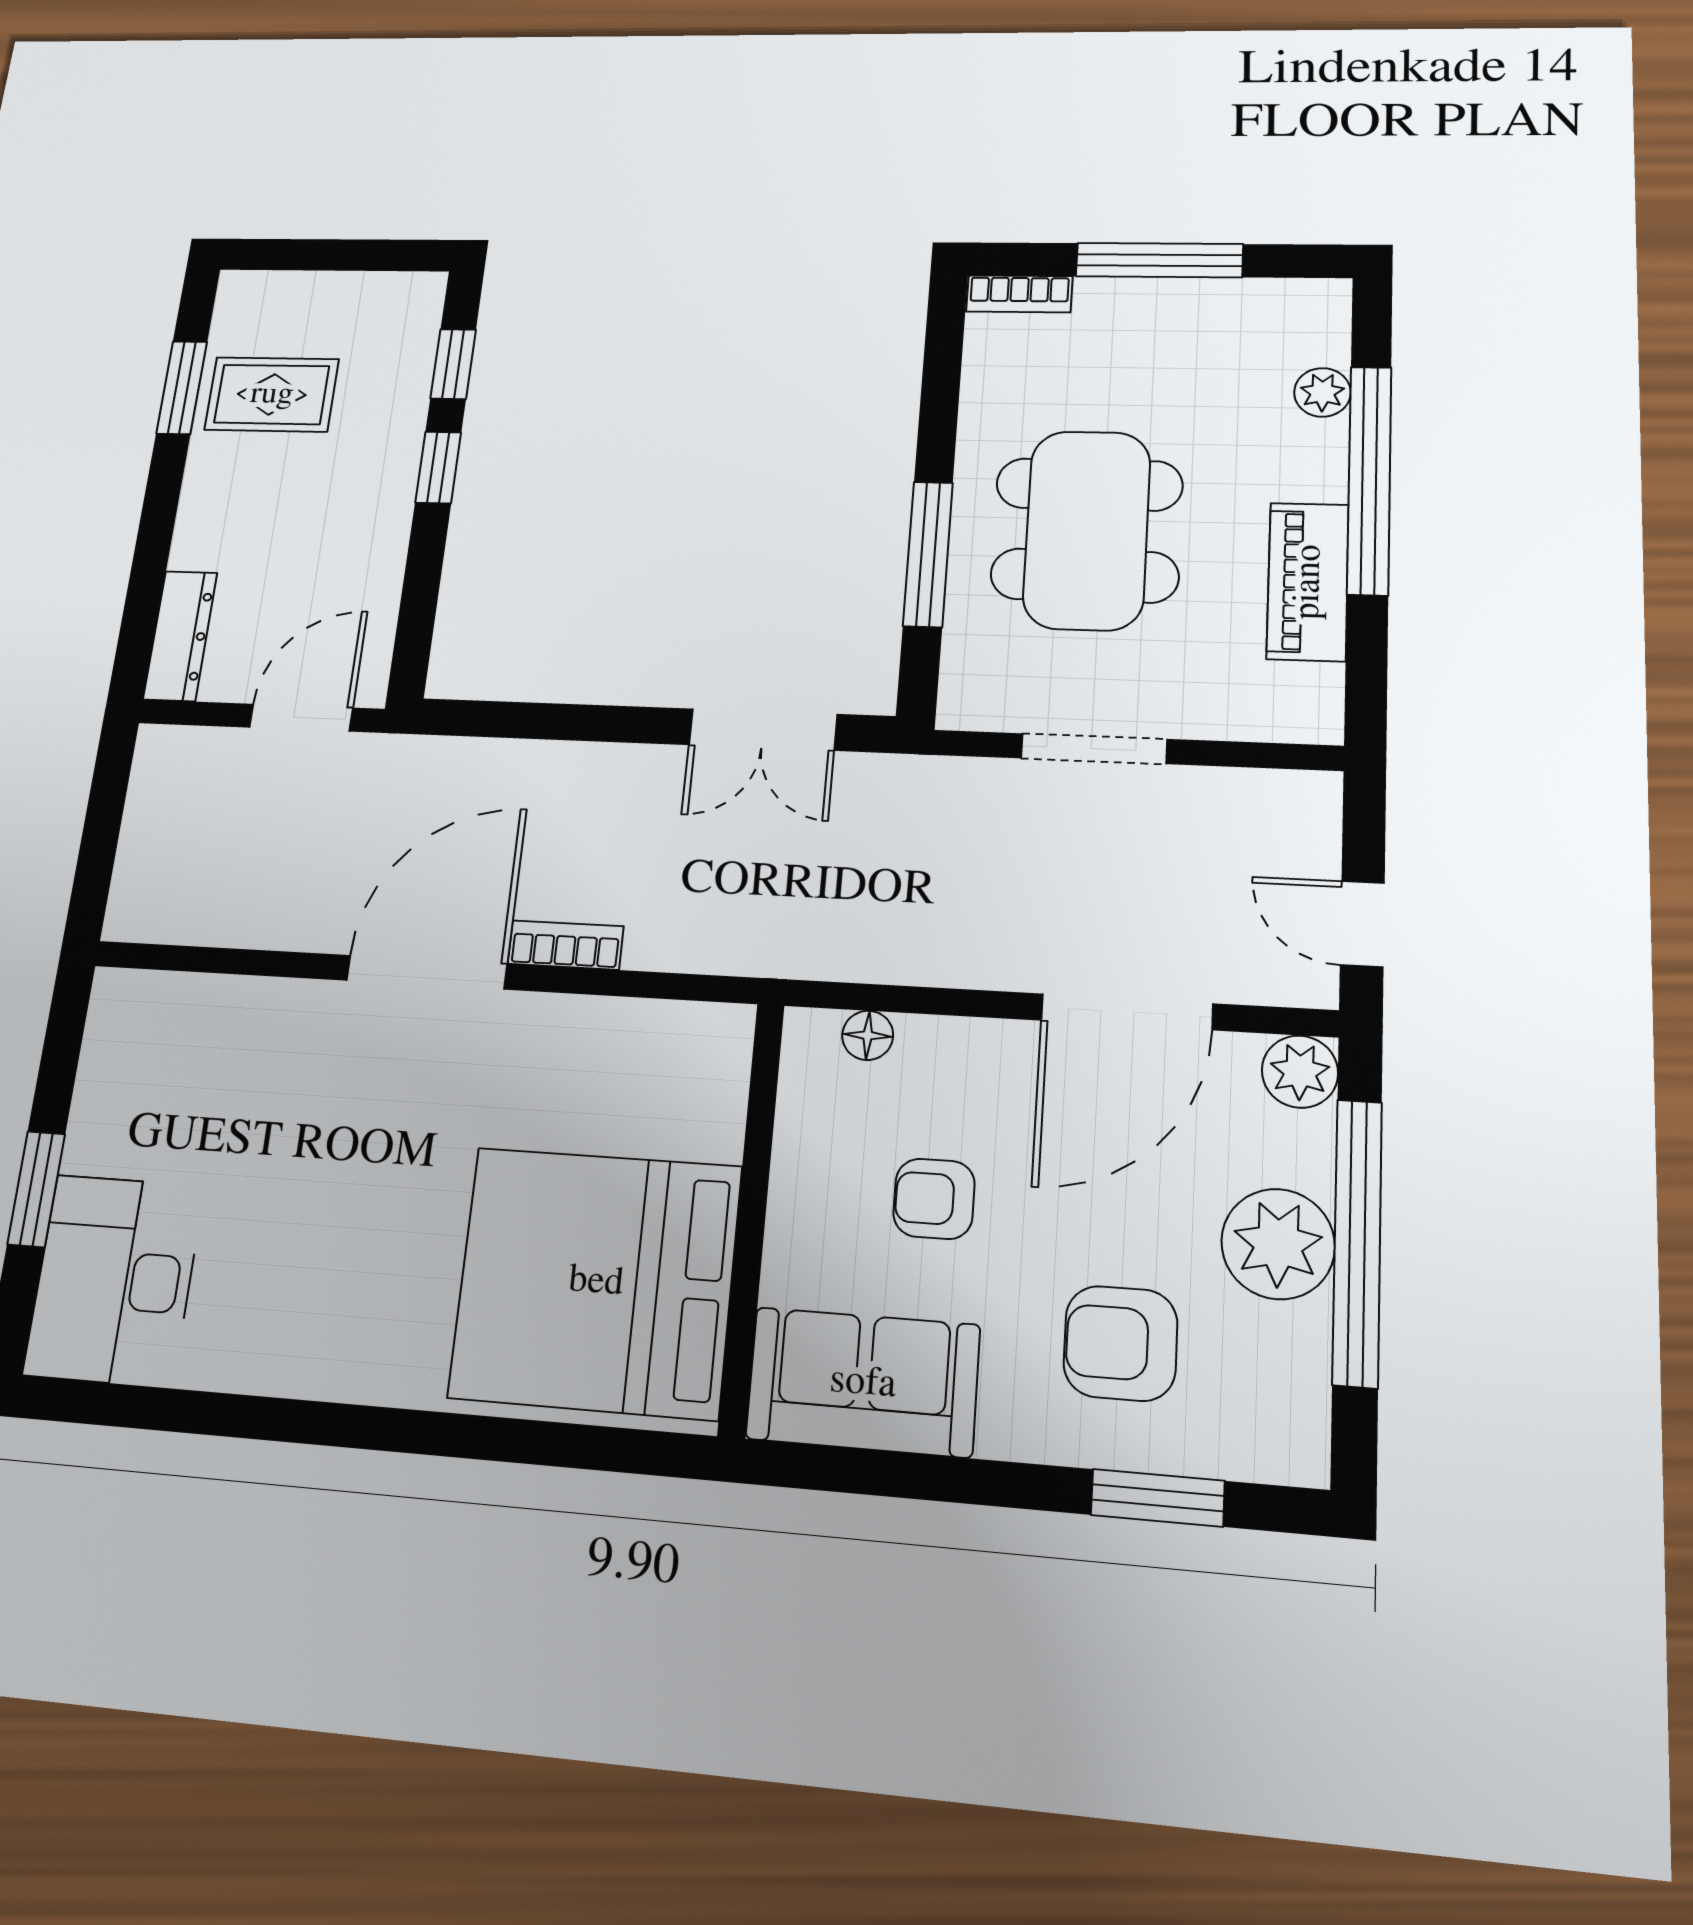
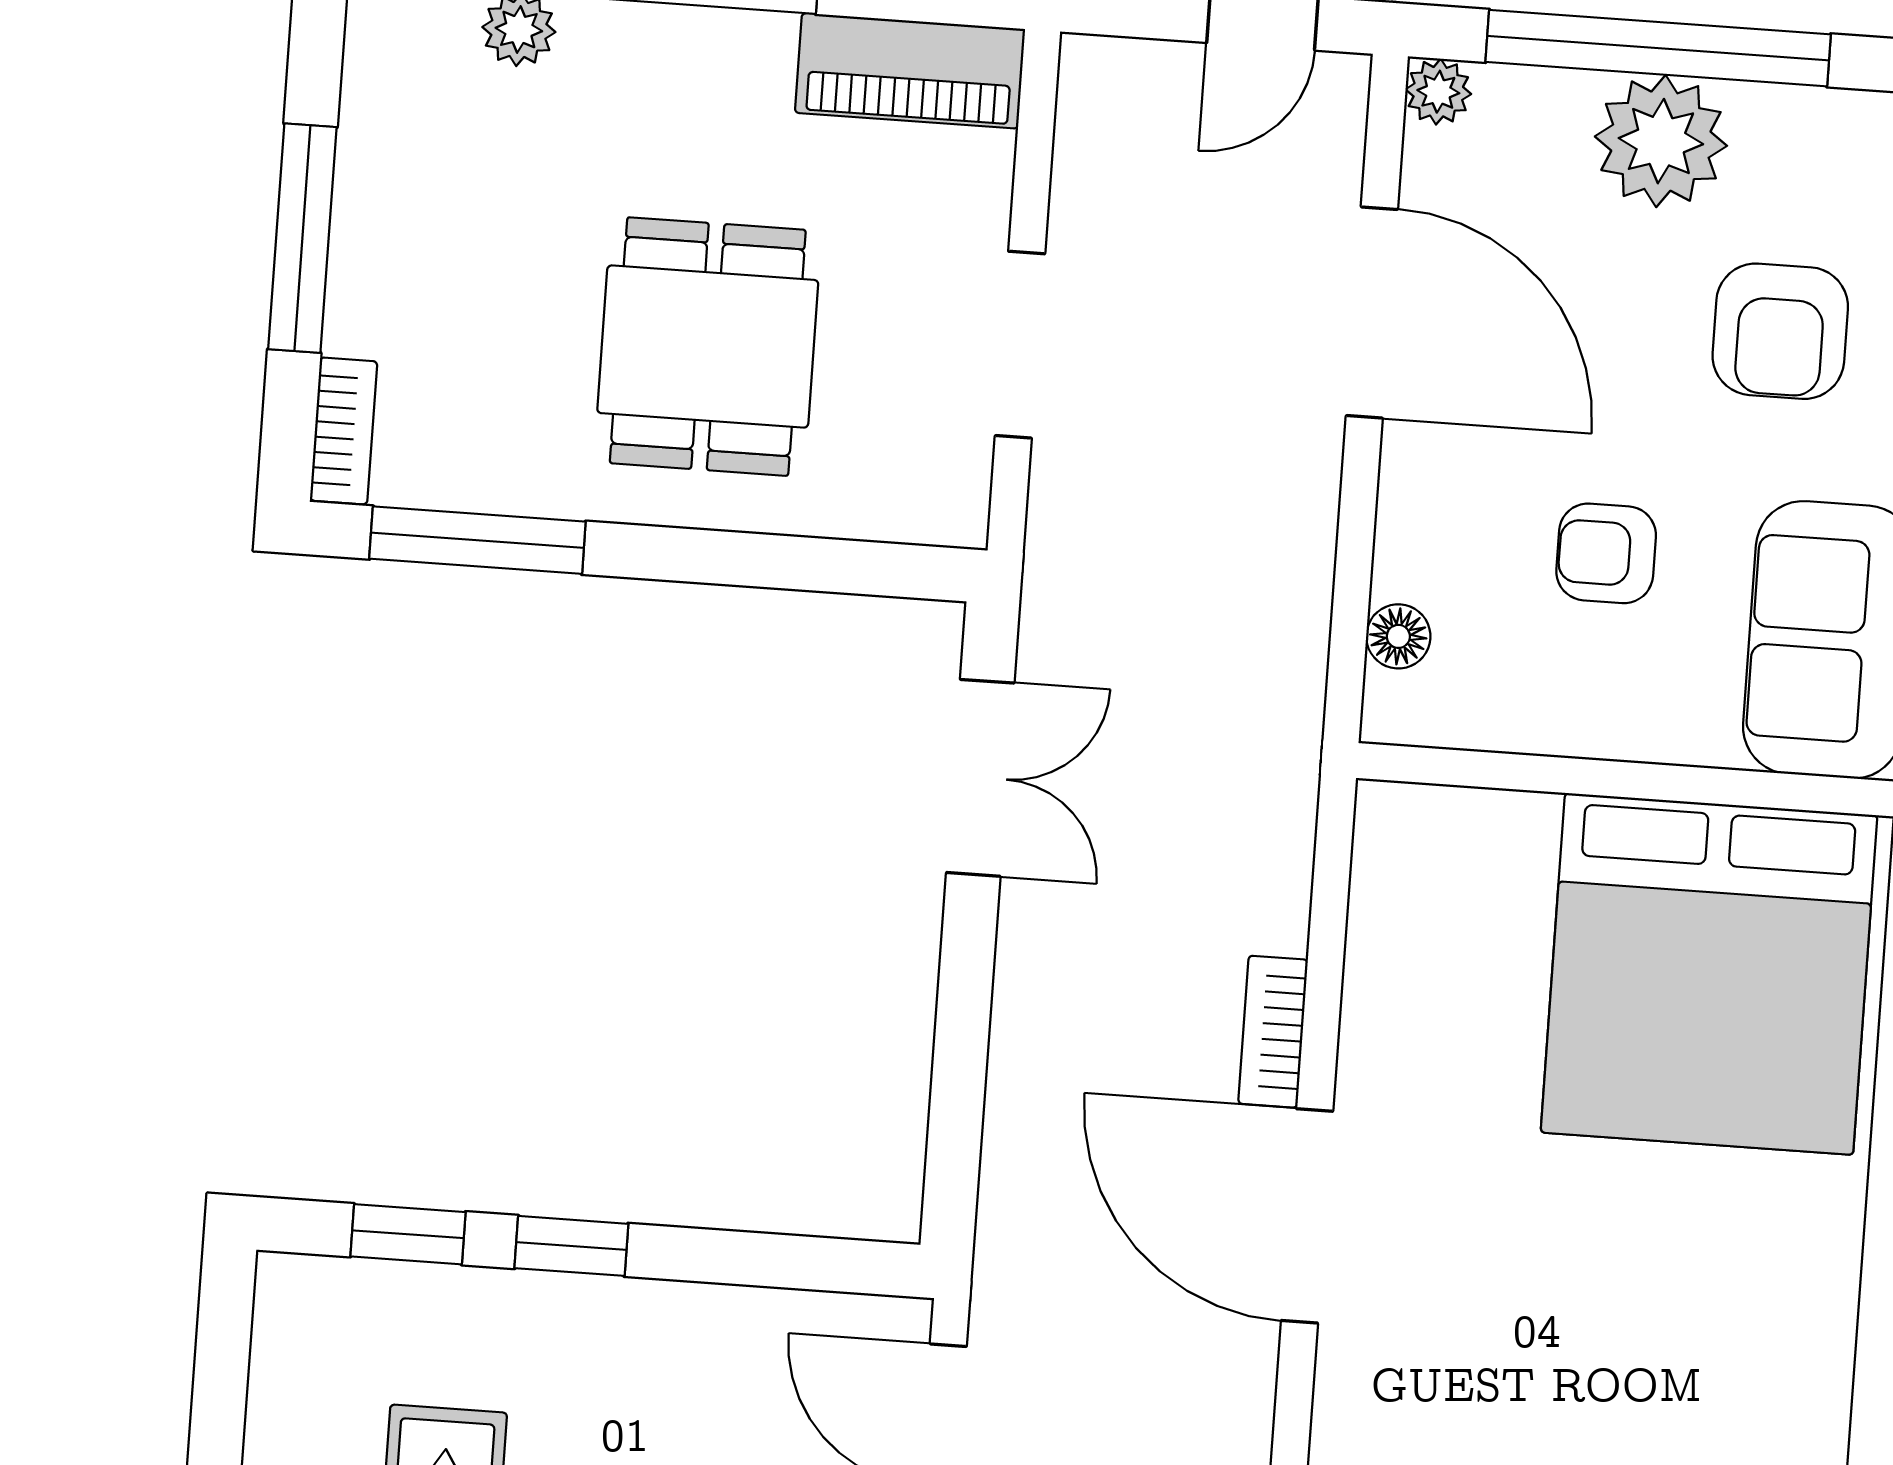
dining table: (1087, 530) -> (708, 347), width x0.73
window: (928, 554) -> (477, 540), moved
piano: (1308, 582) -> (910, 71), moved
plant: (1300, 1072) -> (1438, 92), width x0.73, depth x0.73
armchair: (934, 1199) -> (1606, 553), turned 90

